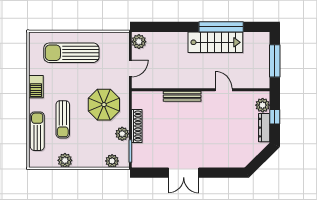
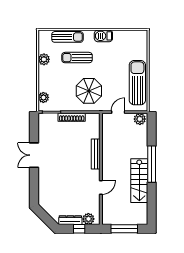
window: (221, 27) -> (152, 164), moved
sun lounger: (71, 53) -> (137, 83), moved
door: (130, 69) -> (118, 112), swing flipped
plant: (122, 134) -> (65, 106), removed

